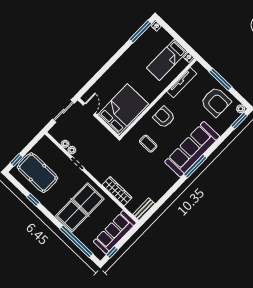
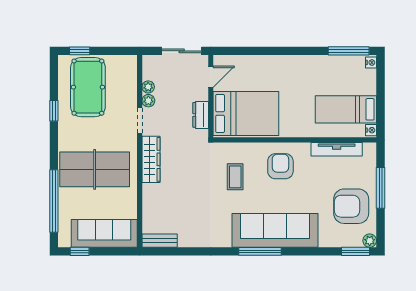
armchair: (216, 102) -> (351, 206), turned 90
dresser: (103, 132) -> (201, 115), added
wardrobe: (117, 191) -> (151, 159), moved

